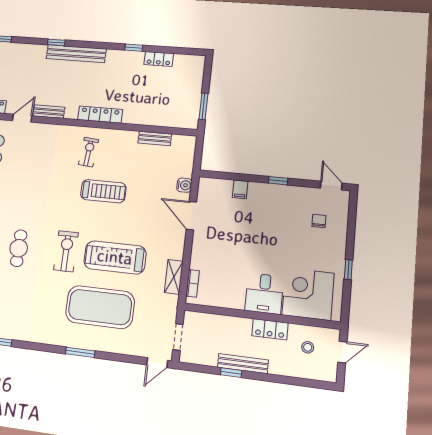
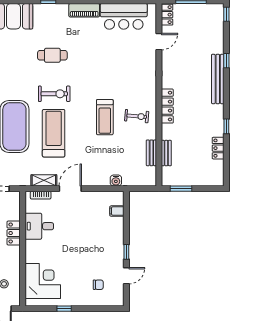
bench: (49, 112) -> (166, 153), moved
door: (22, 118) -> (159, 42), hinge flipped
exercise bike: (89, 152) -> (137, 116), moved
door: (331, 186) -> (126, 276), moved
filing cabinet: (240, 189) -> (117, 211), moved
door: (191, 216) -> (70, 189), moved
desk: (264, 294) -> (39, 226), moved
locker: (270, 329) -> (14, 233), moved

